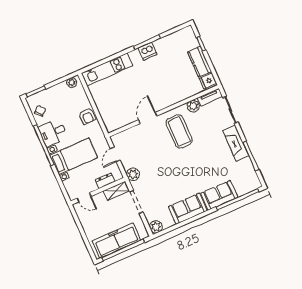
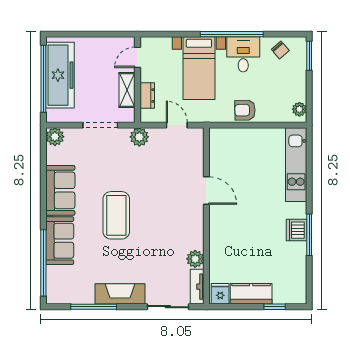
coffee table: (179, 131) -> (116, 215), moved, turned 90
shelving: (116, 191) -> (127, 90), moved

